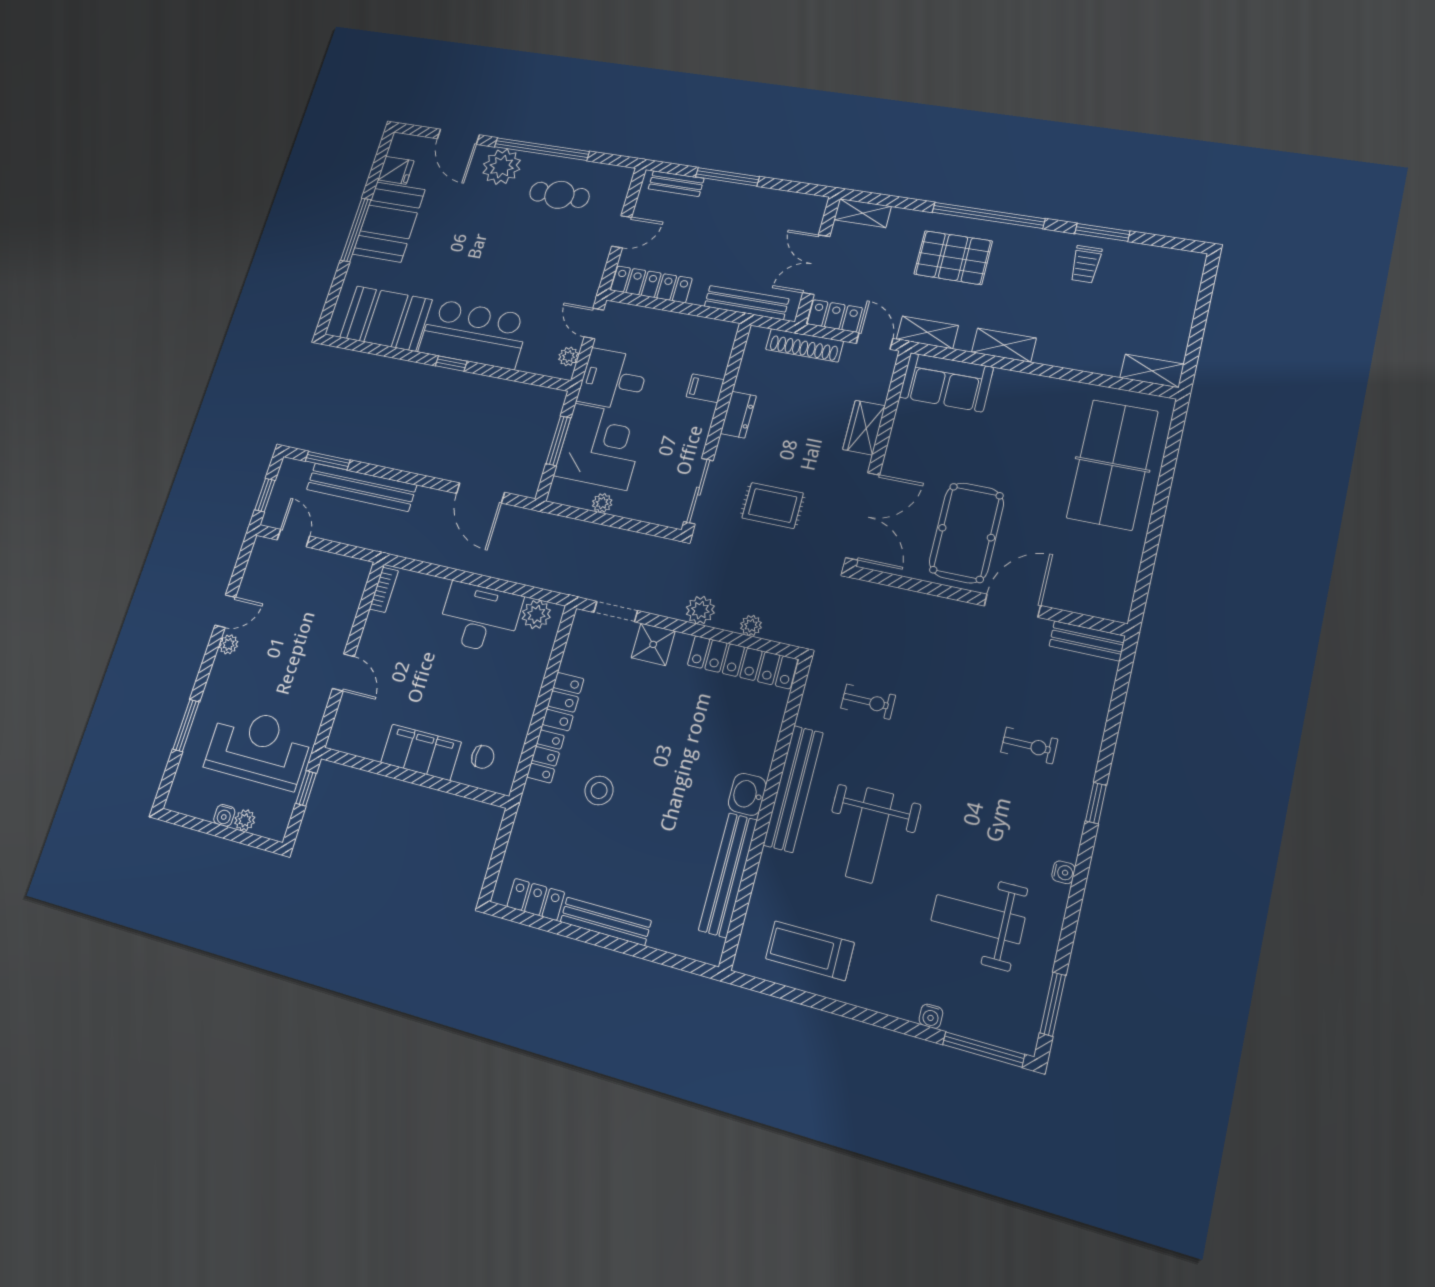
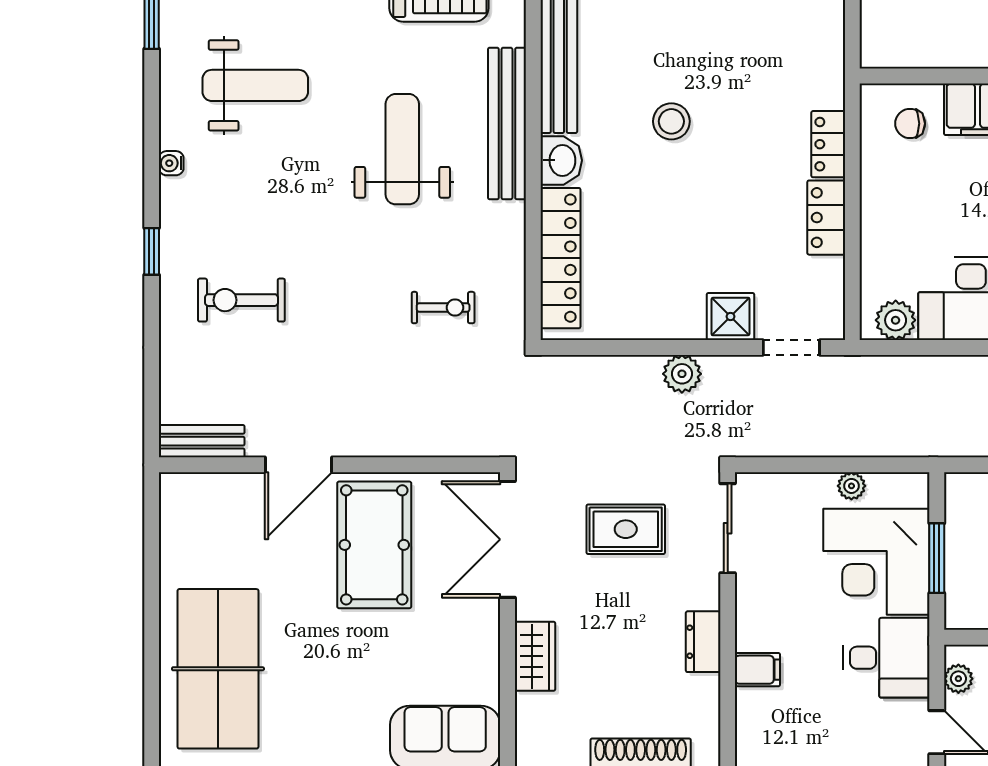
plant: (751, 626) -> (612, 369), removed
locker: (742, 662) -> (560, 258), moved, turned 90
exercise bike: (868, 702) -> (443, 308), turned 180
exercise bike: (1029, 746) -> (241, 300), width x1.38, depth x1.39
bench: (793, 789) -> (507, 123), moved
stool: (599, 791) -> (671, 121), moved

